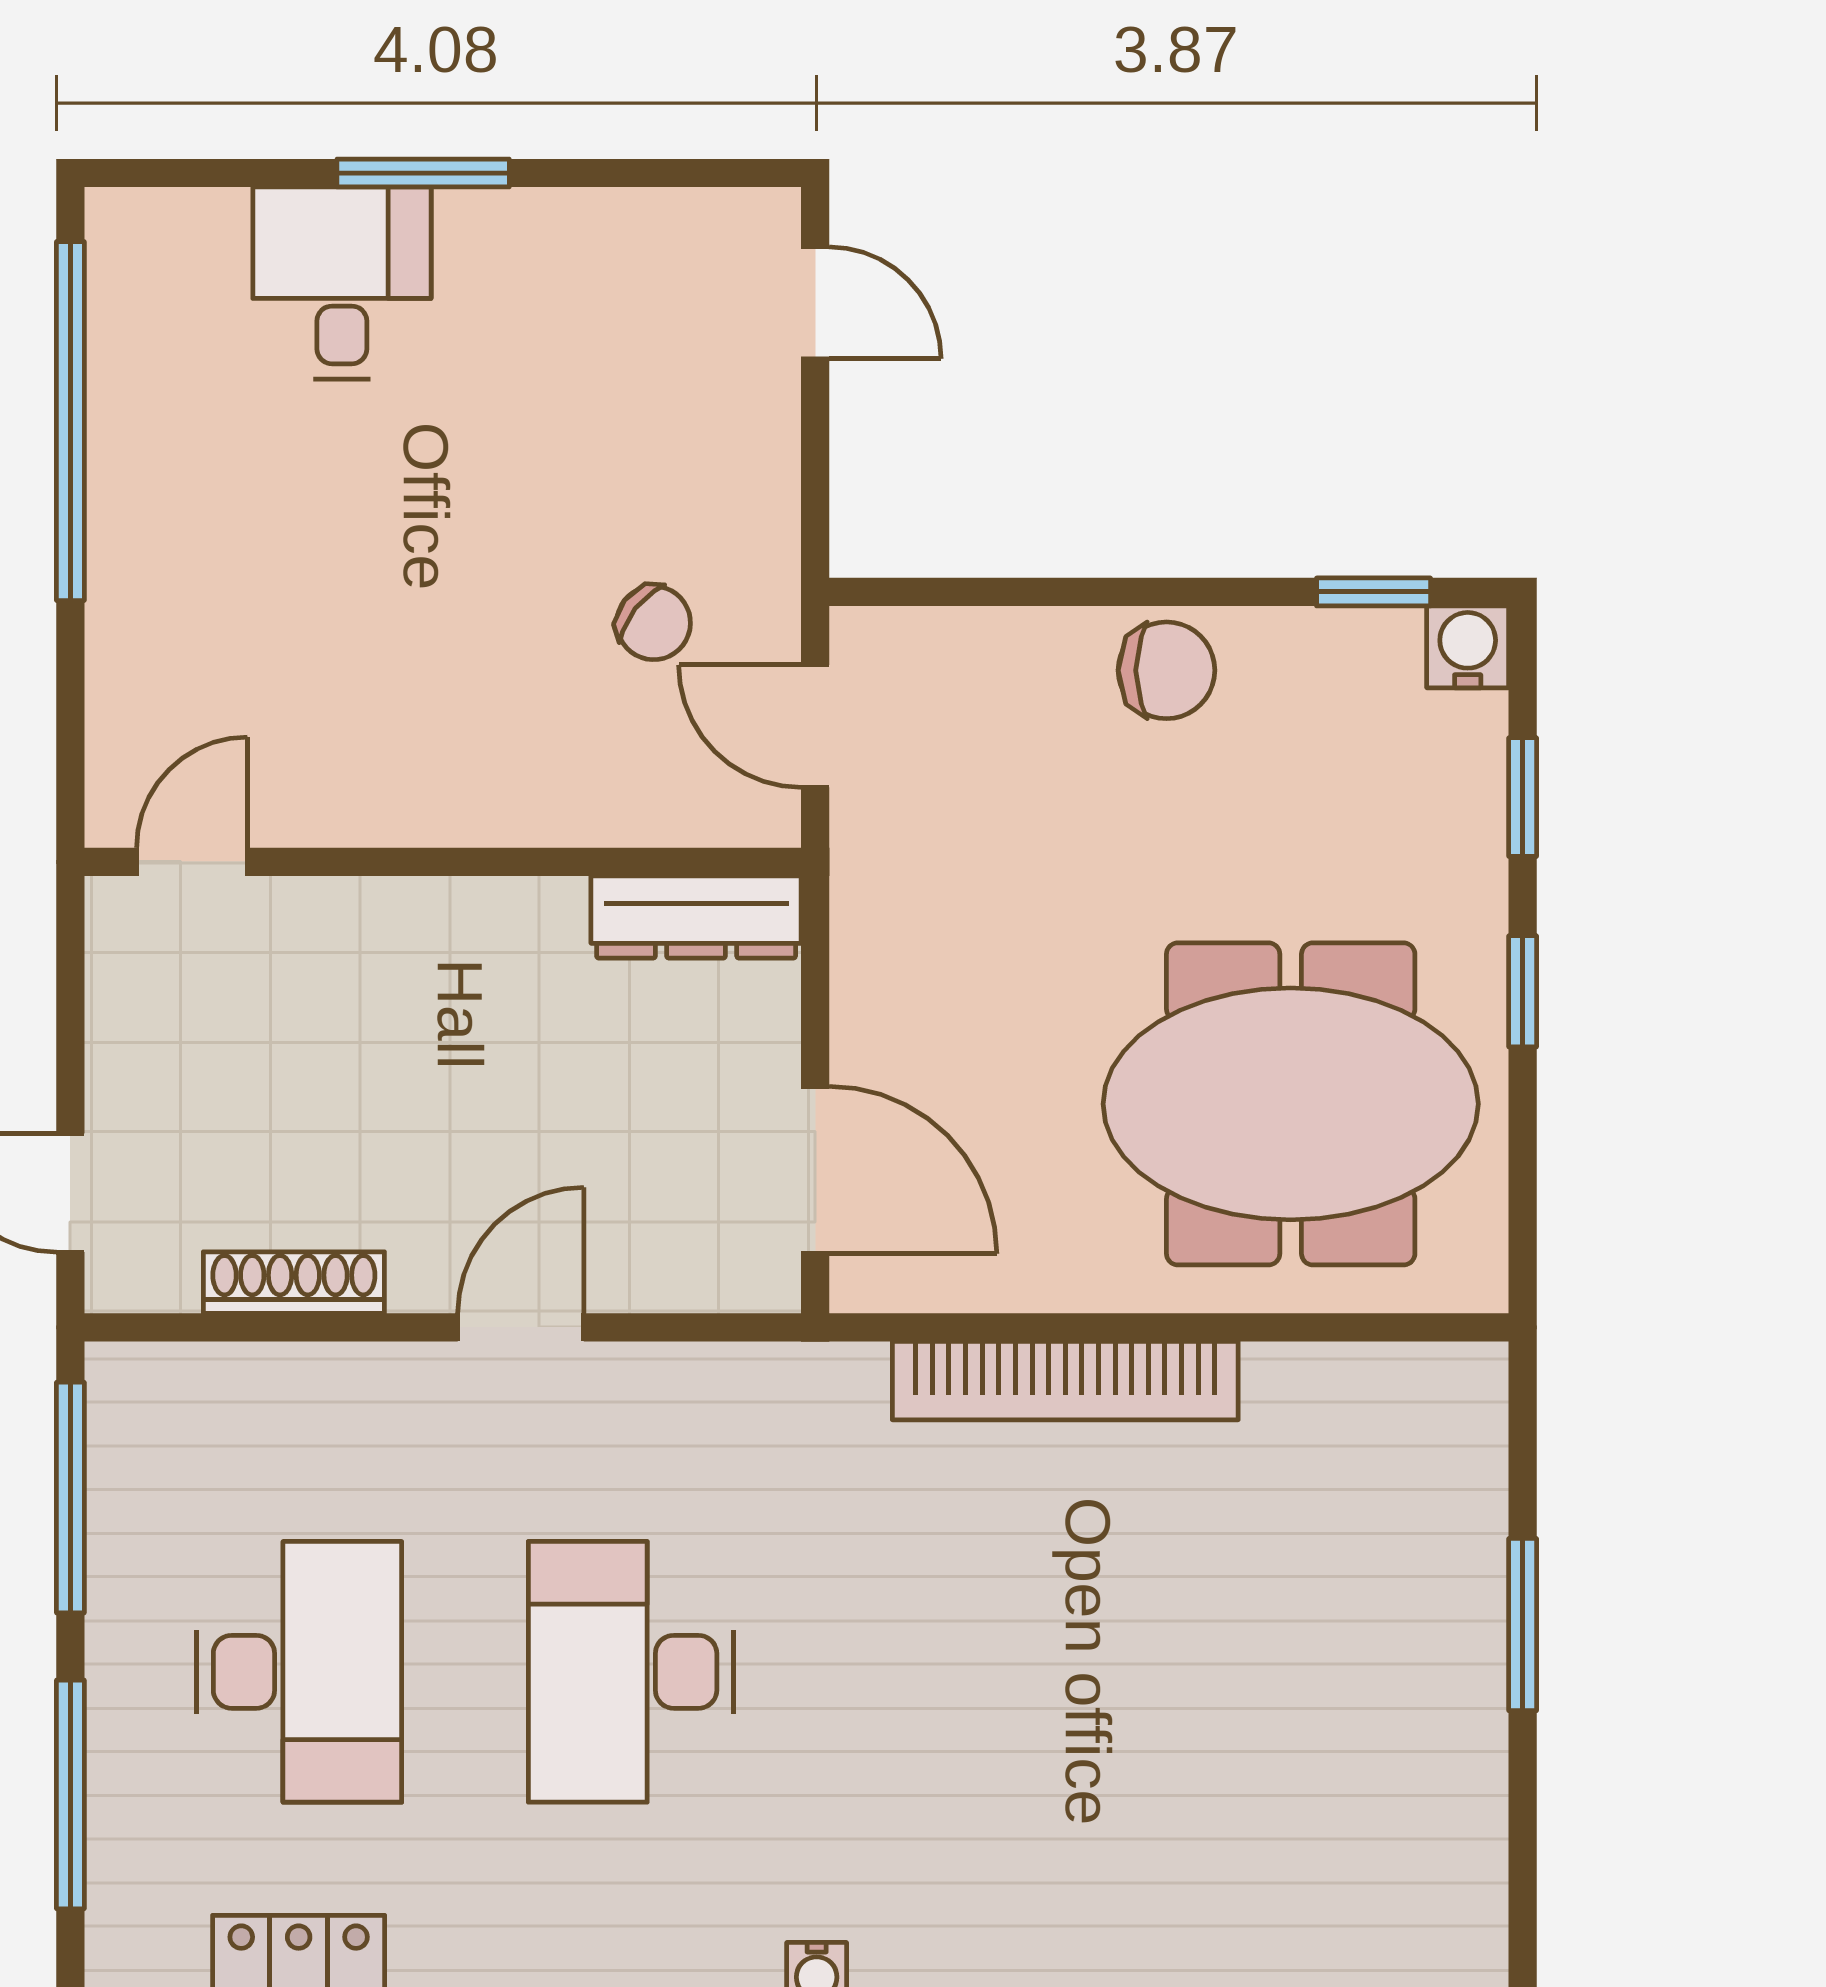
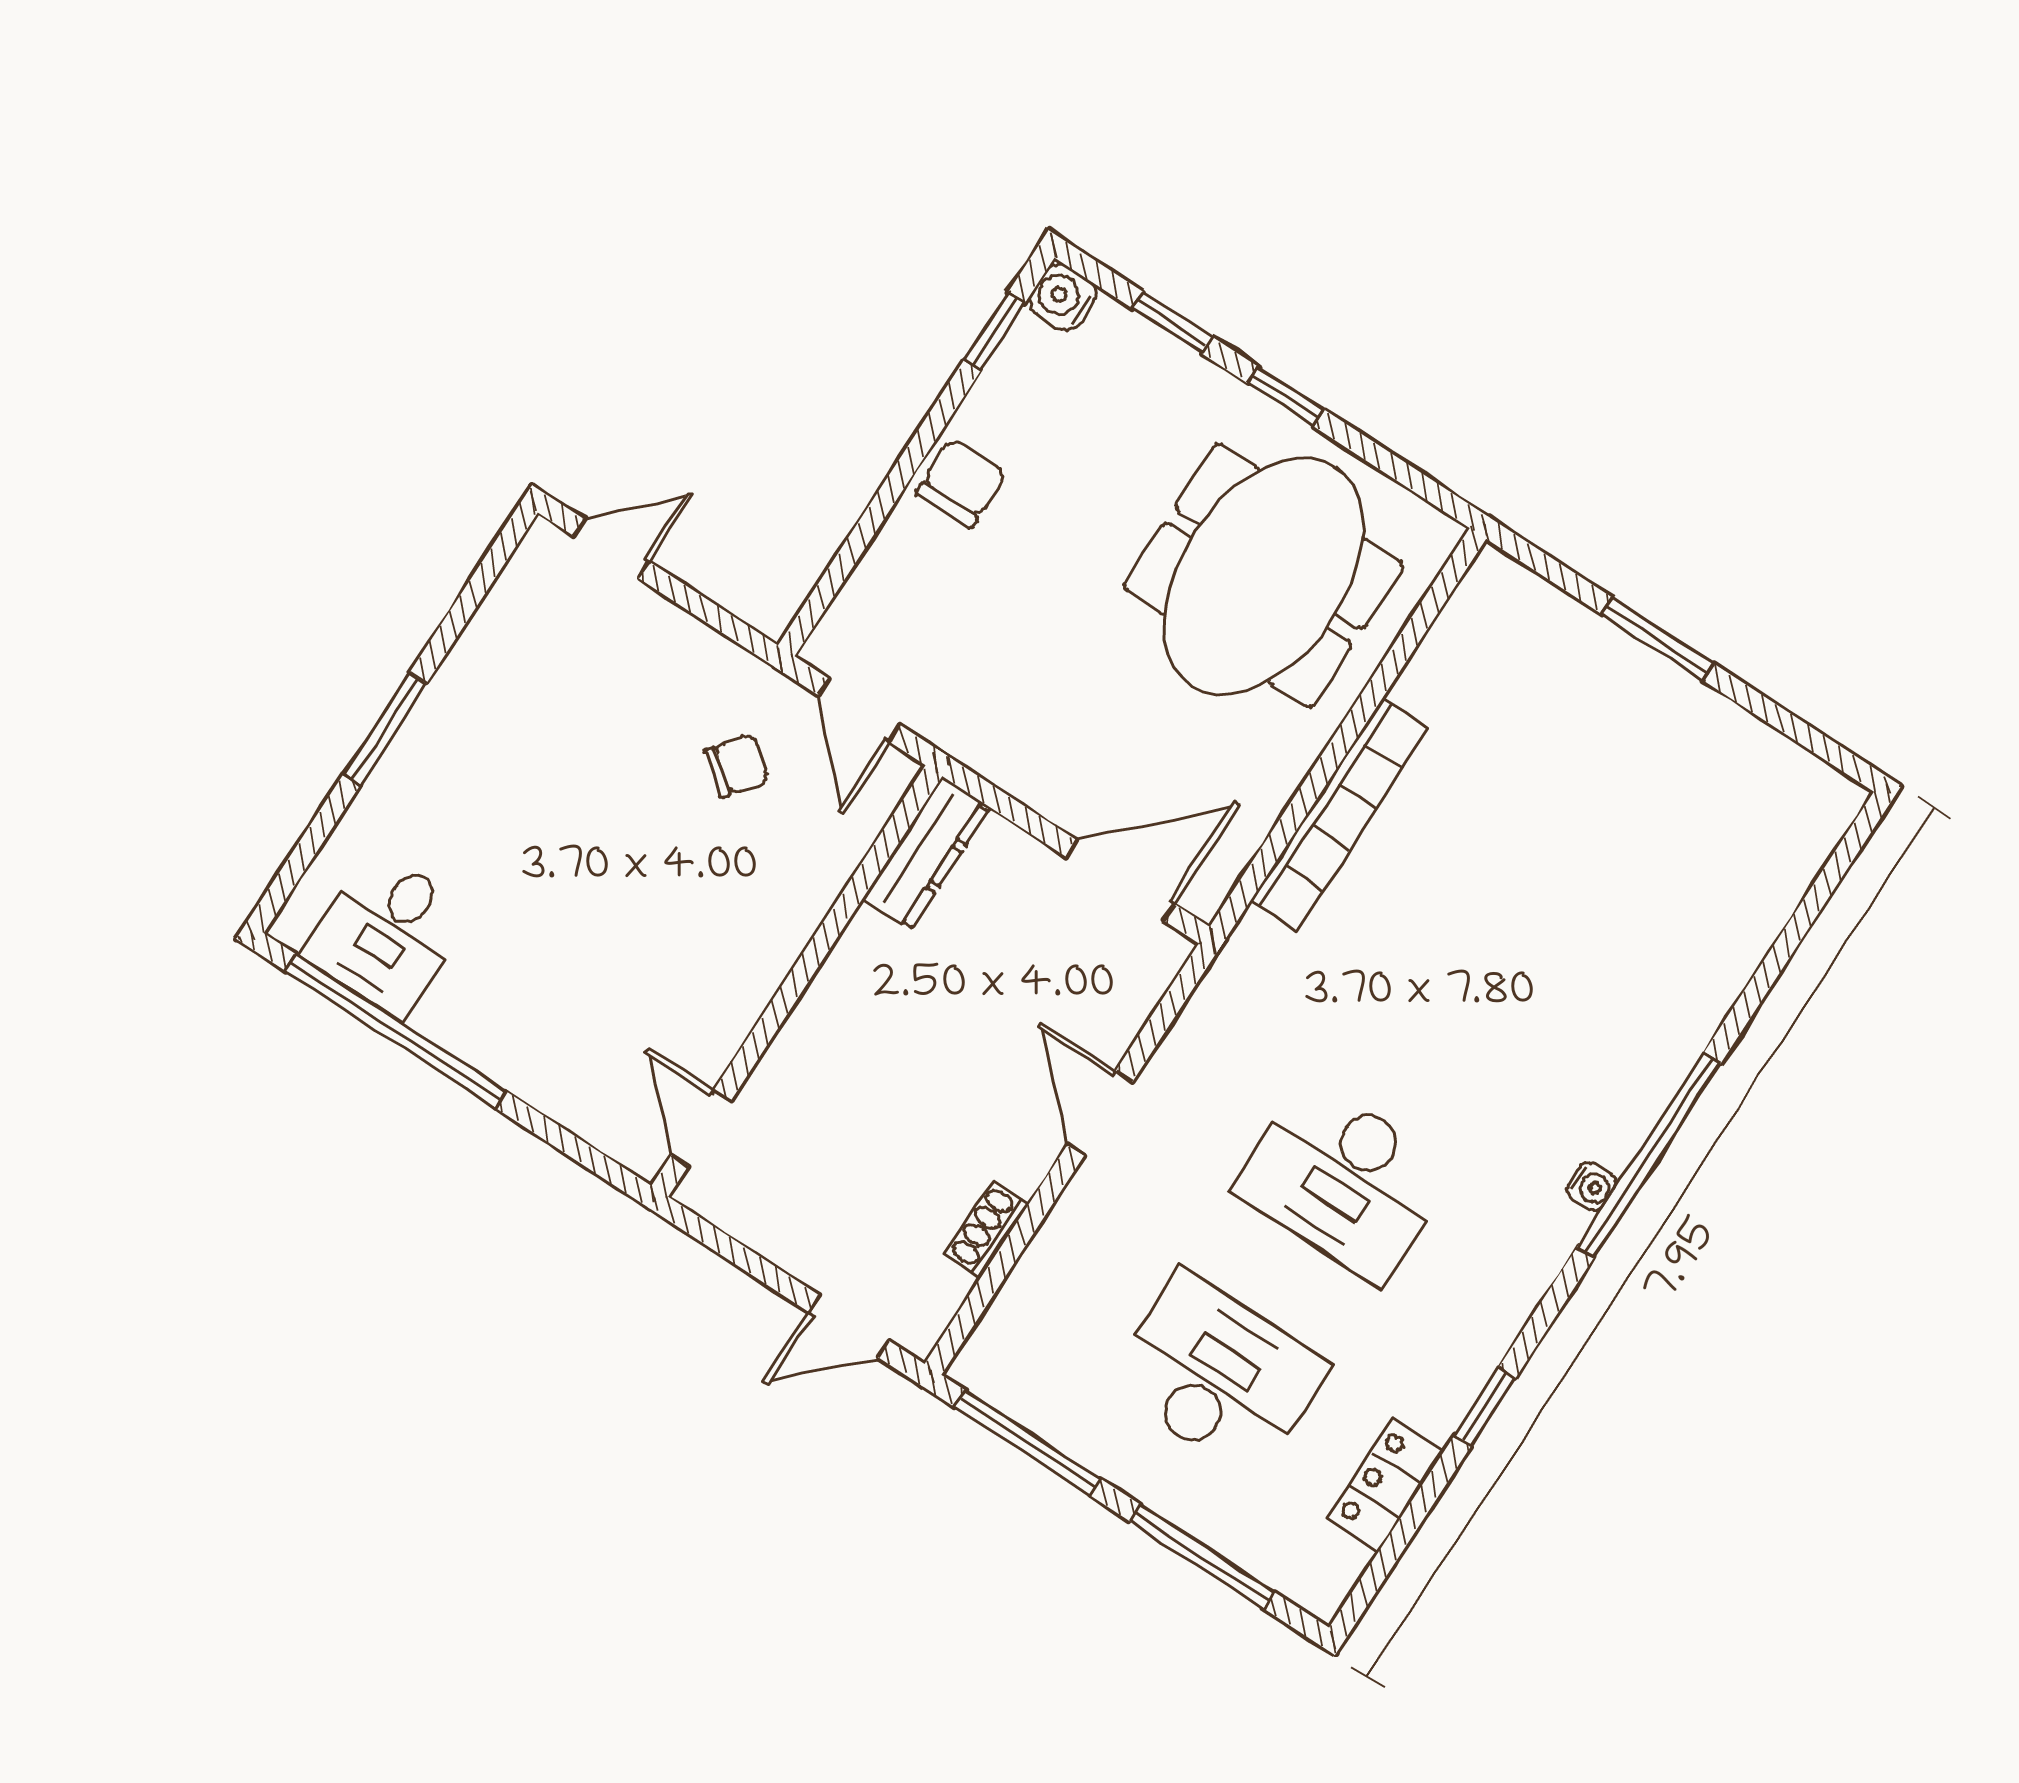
desk: (342, 283) -> (388, 934), moved, turned -90
door: (815, 726) -> (860, 710), hinge flipped
shoe rack: (294, 1283) -> (987, 1229), width x0.70

